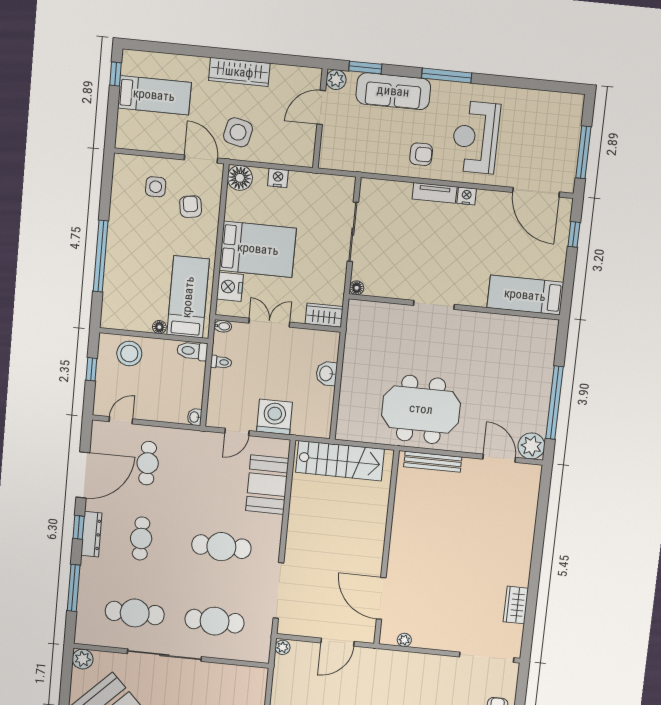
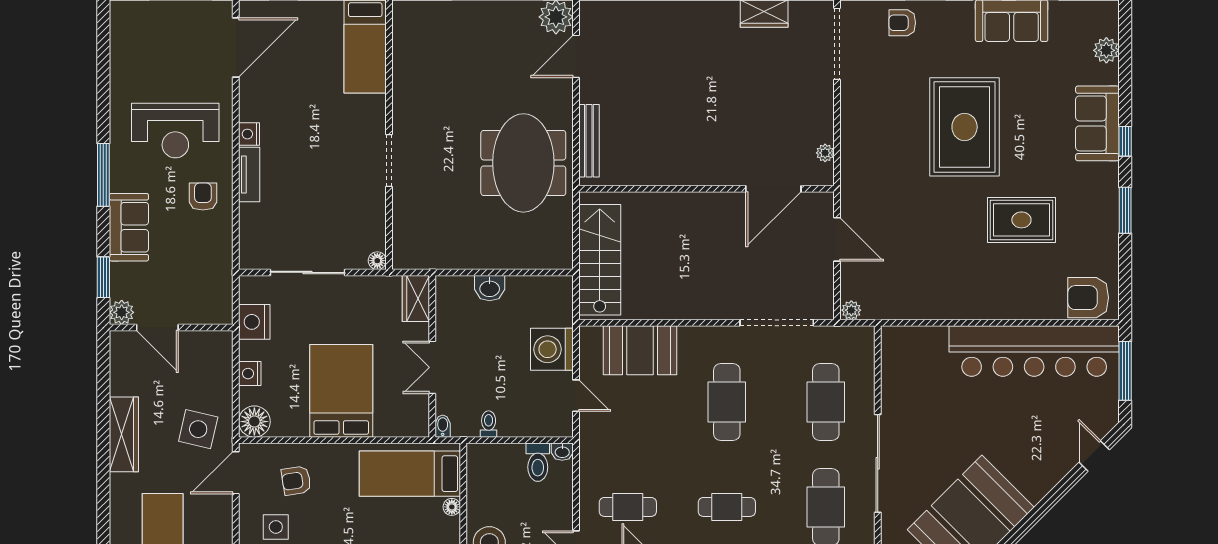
sofa: (393, 91) -> (129, 227), width x0.73
nightstand: (230, 287) -> (254, 322), moved, turned 90
toilet: (192, 351) -> (538, 462), moved

